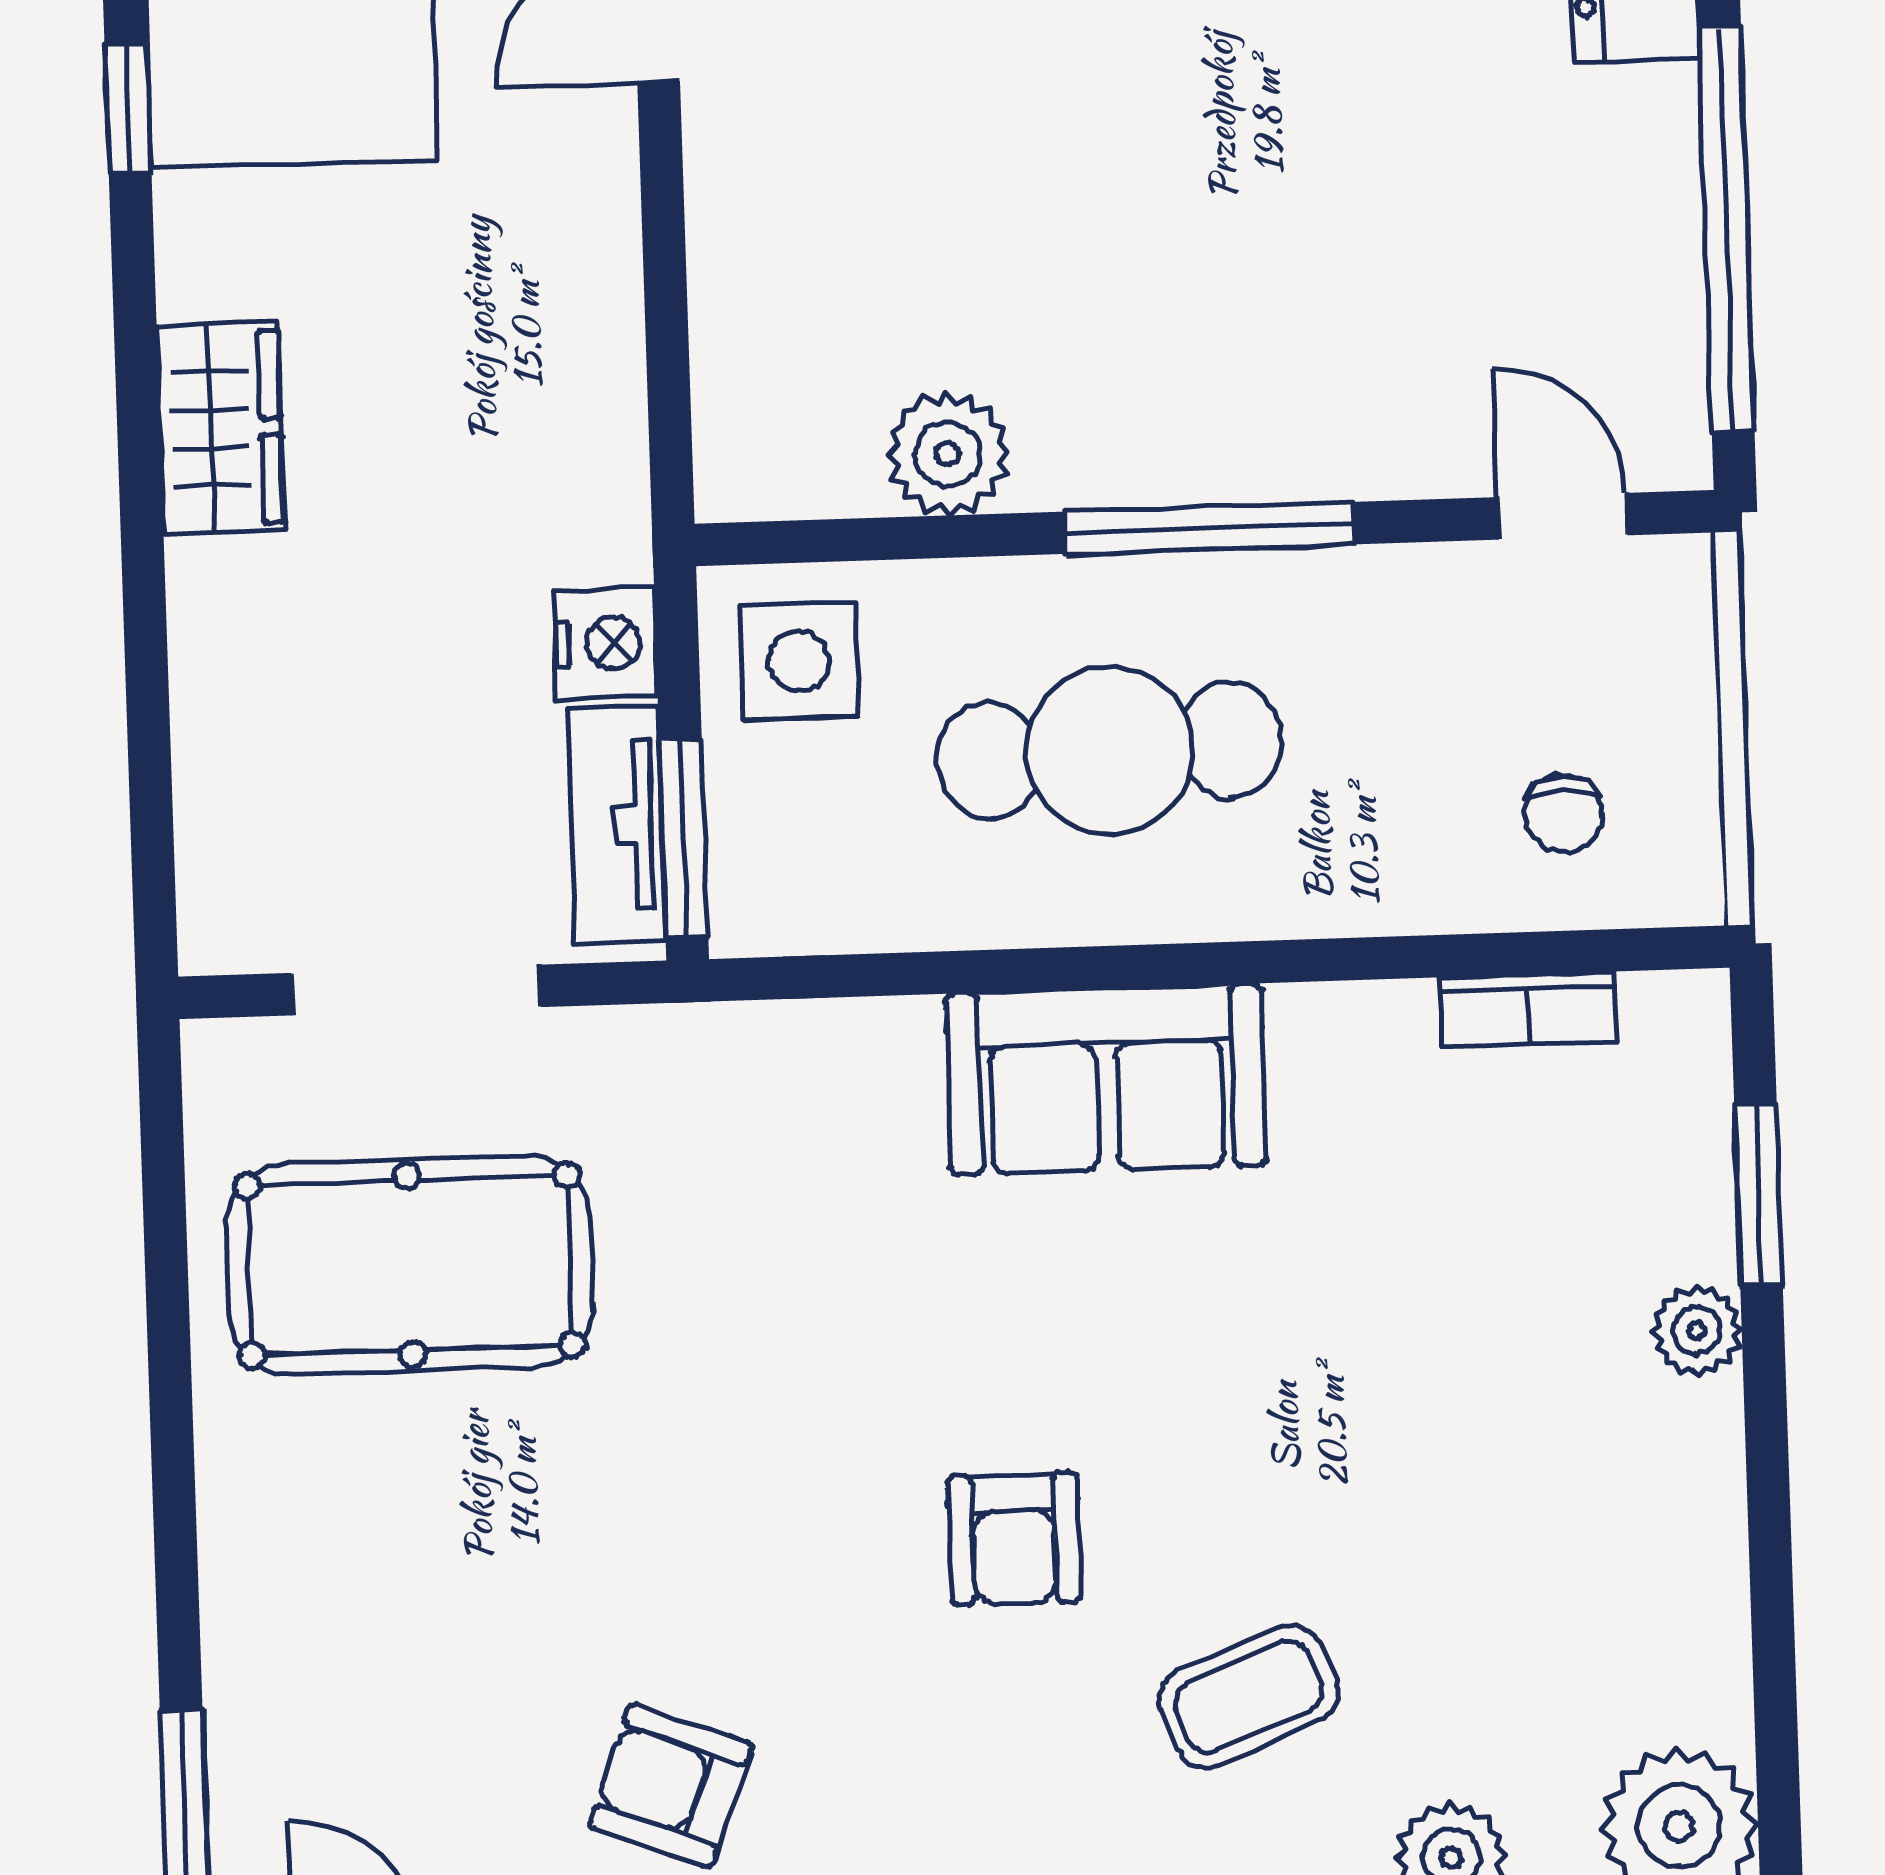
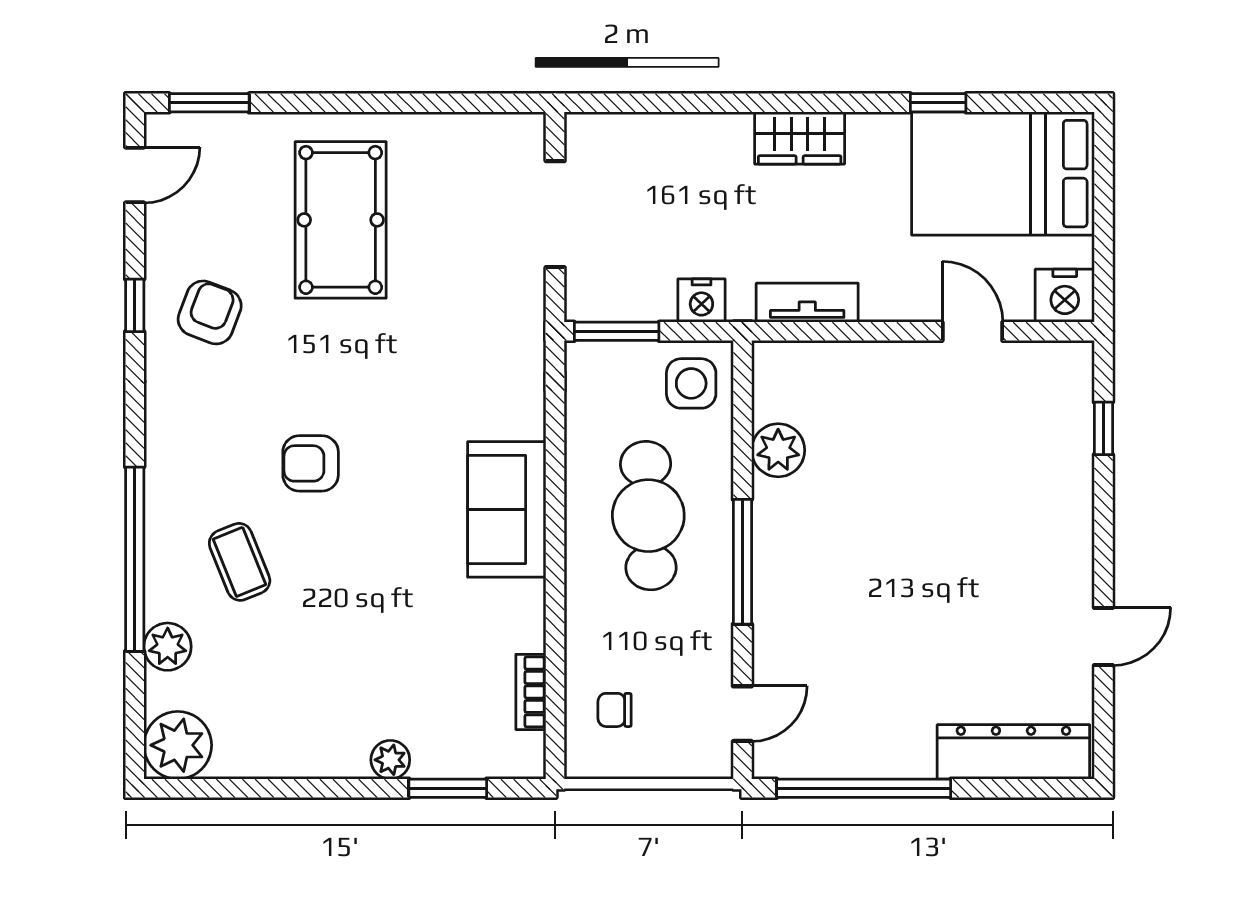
tv unit: (617, 825) -> (807, 303), moved
pool table: (410, 1265) -> (341, 220), moved

